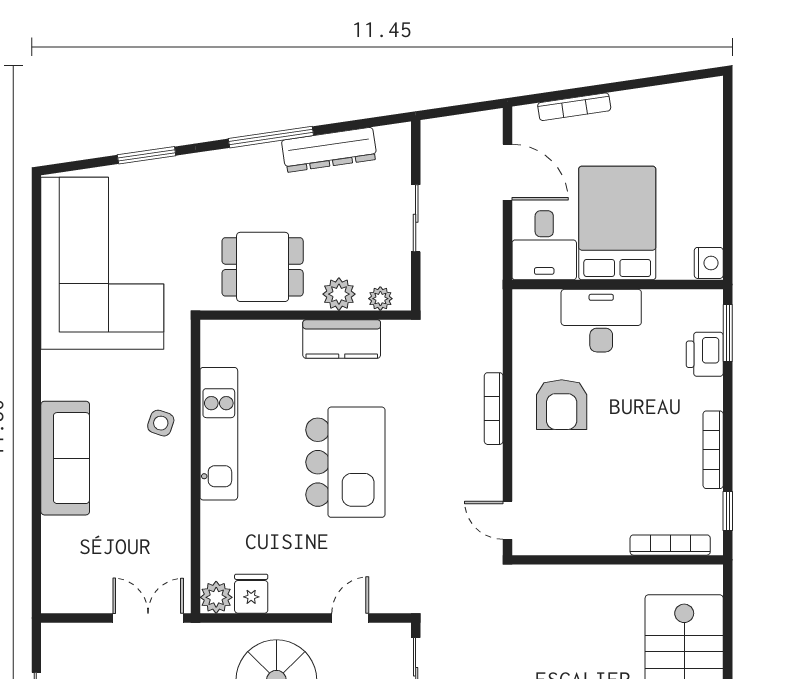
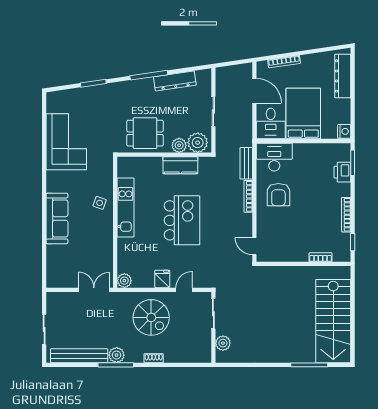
dresser: (706, 139) -> (343, 76), added
corner sofa: (102, 263) -> (66, 142), width x0.73, depth x0.74
plant: (380, 299) -> (198, 143), width x1.87, depth x1.87
desk: (601, 321) -> (274, 157), moved
bench: (489, 334) -> (246, 163), added
bookcase: (670, 545) -> (321, 257), width x0.64
fridge: (251, 594) -> (162, 279), moved

